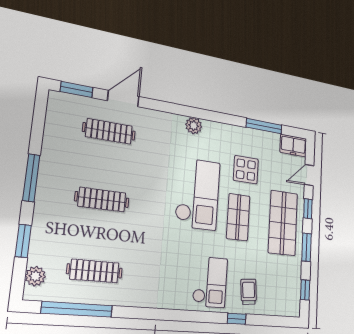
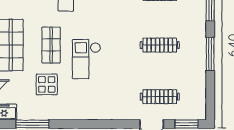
plant: (194, 126) -> (94, 113), removed
checkout: (198, 194) -> (86, 59), width x0.73, depth x0.83

